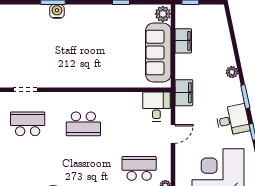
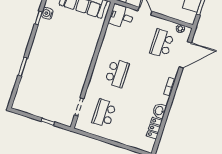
water cooler: (57, 11) -> (47, 13), moved

